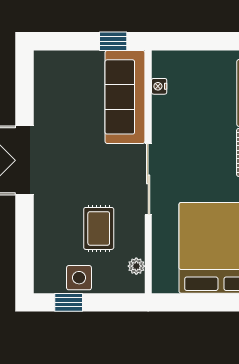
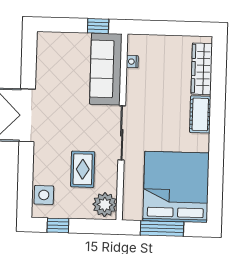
plant: (136, 266) -> (105, 205), width x1.87, depth x1.87
side table: (79, 278) -> (44, 195), moved
window: (204, 302) -> (162, 228), added

